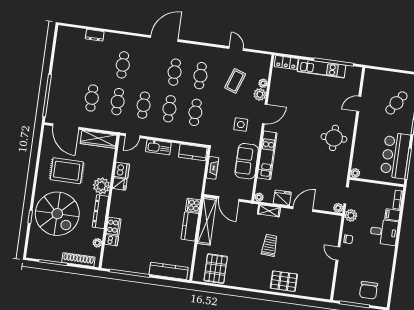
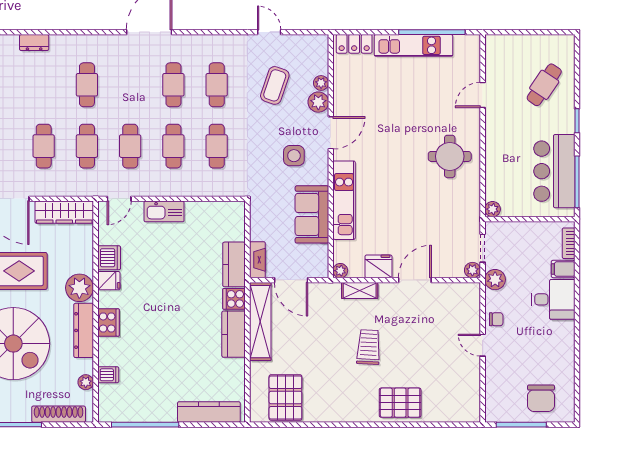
kitchen counter: (193, 152) -> (234, 264), moved, turned 90
fireplace: (213, 168) -> (257, 260), moved
cooker: (114, 226) -> (108, 322), moved

